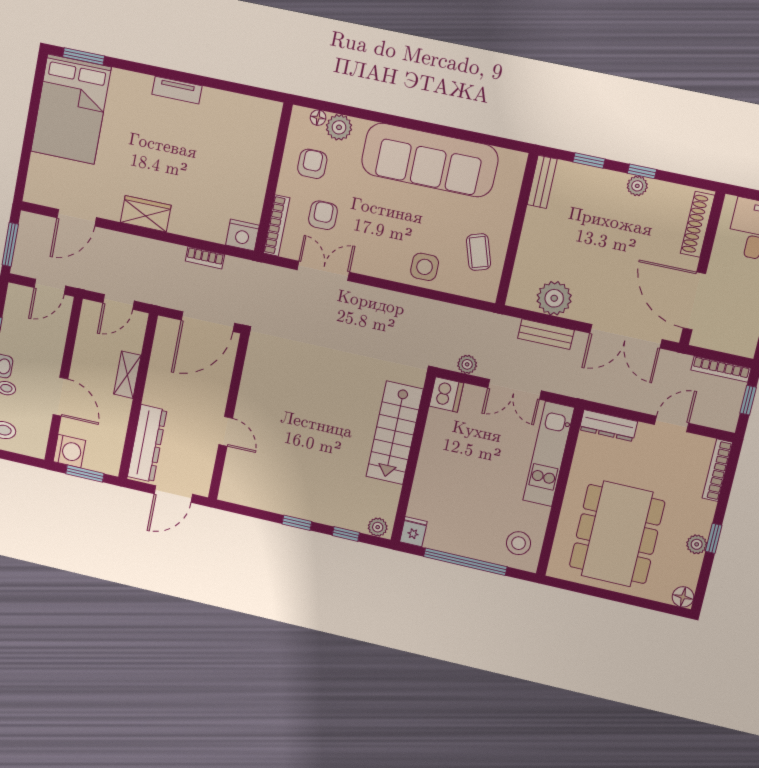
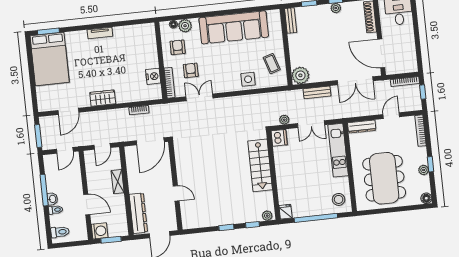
nightstand: (242, 235) -> (153, 76), moved, turned -90
plant: (554, 298) -> (300, 75), moved

